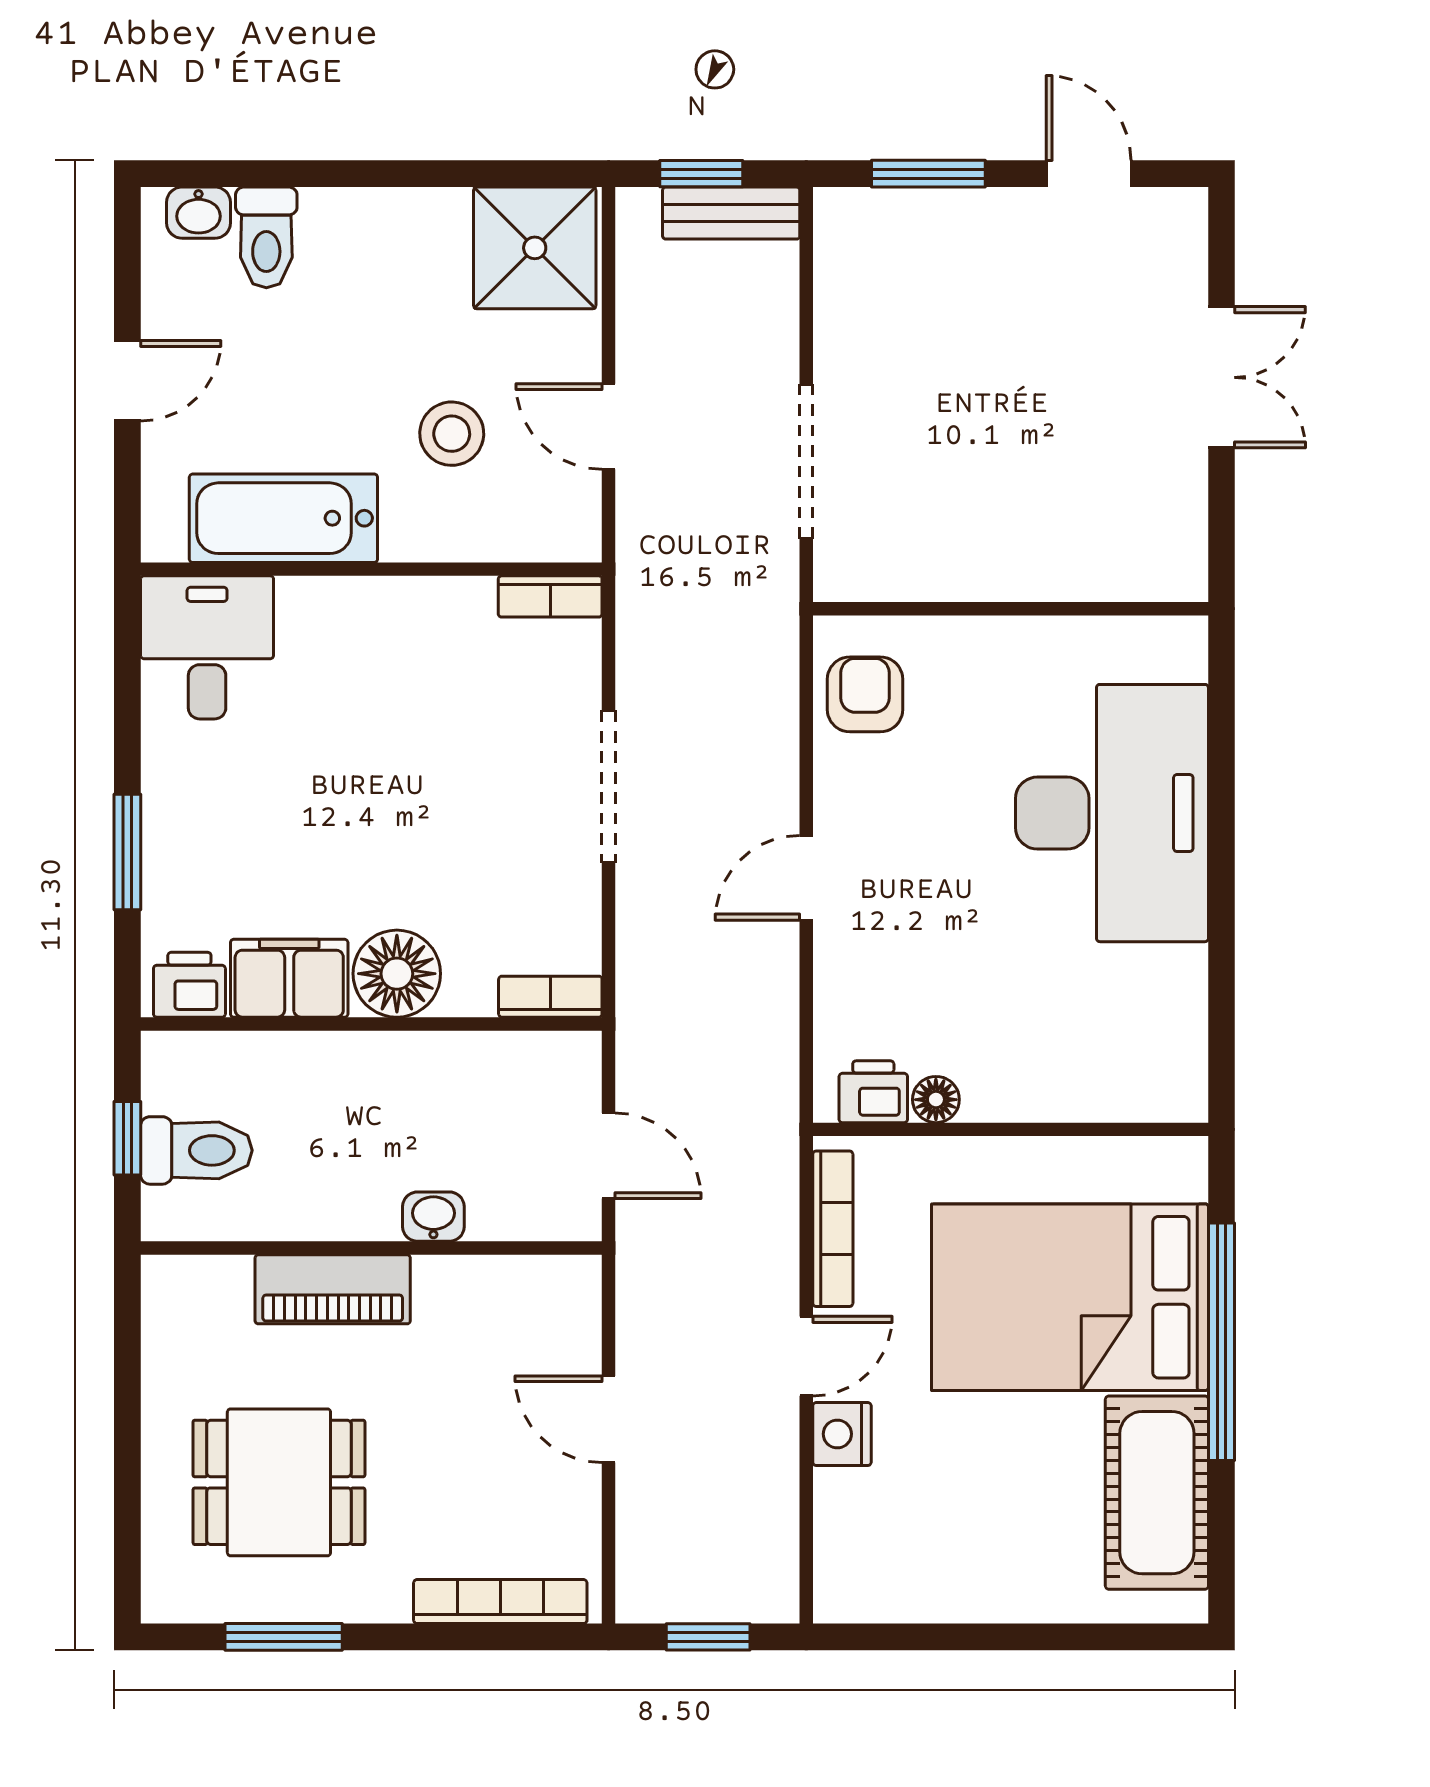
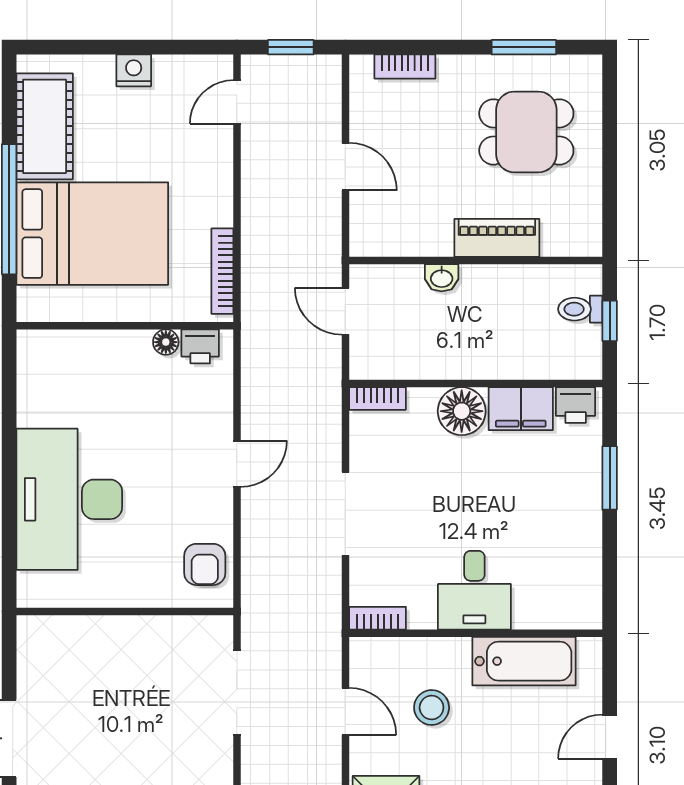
desk: (207, 647) -> (474, 590), moved
toilet: (196, 1150) -> (580, 309), width x0.73, depth x0.72
door: (806, 1356) -> (237, 102), moved
nightstand: (842, 1434) -> (134, 70), moved, turned -90
bookcase: (500, 1602) -> (405, 67), width x0.64

